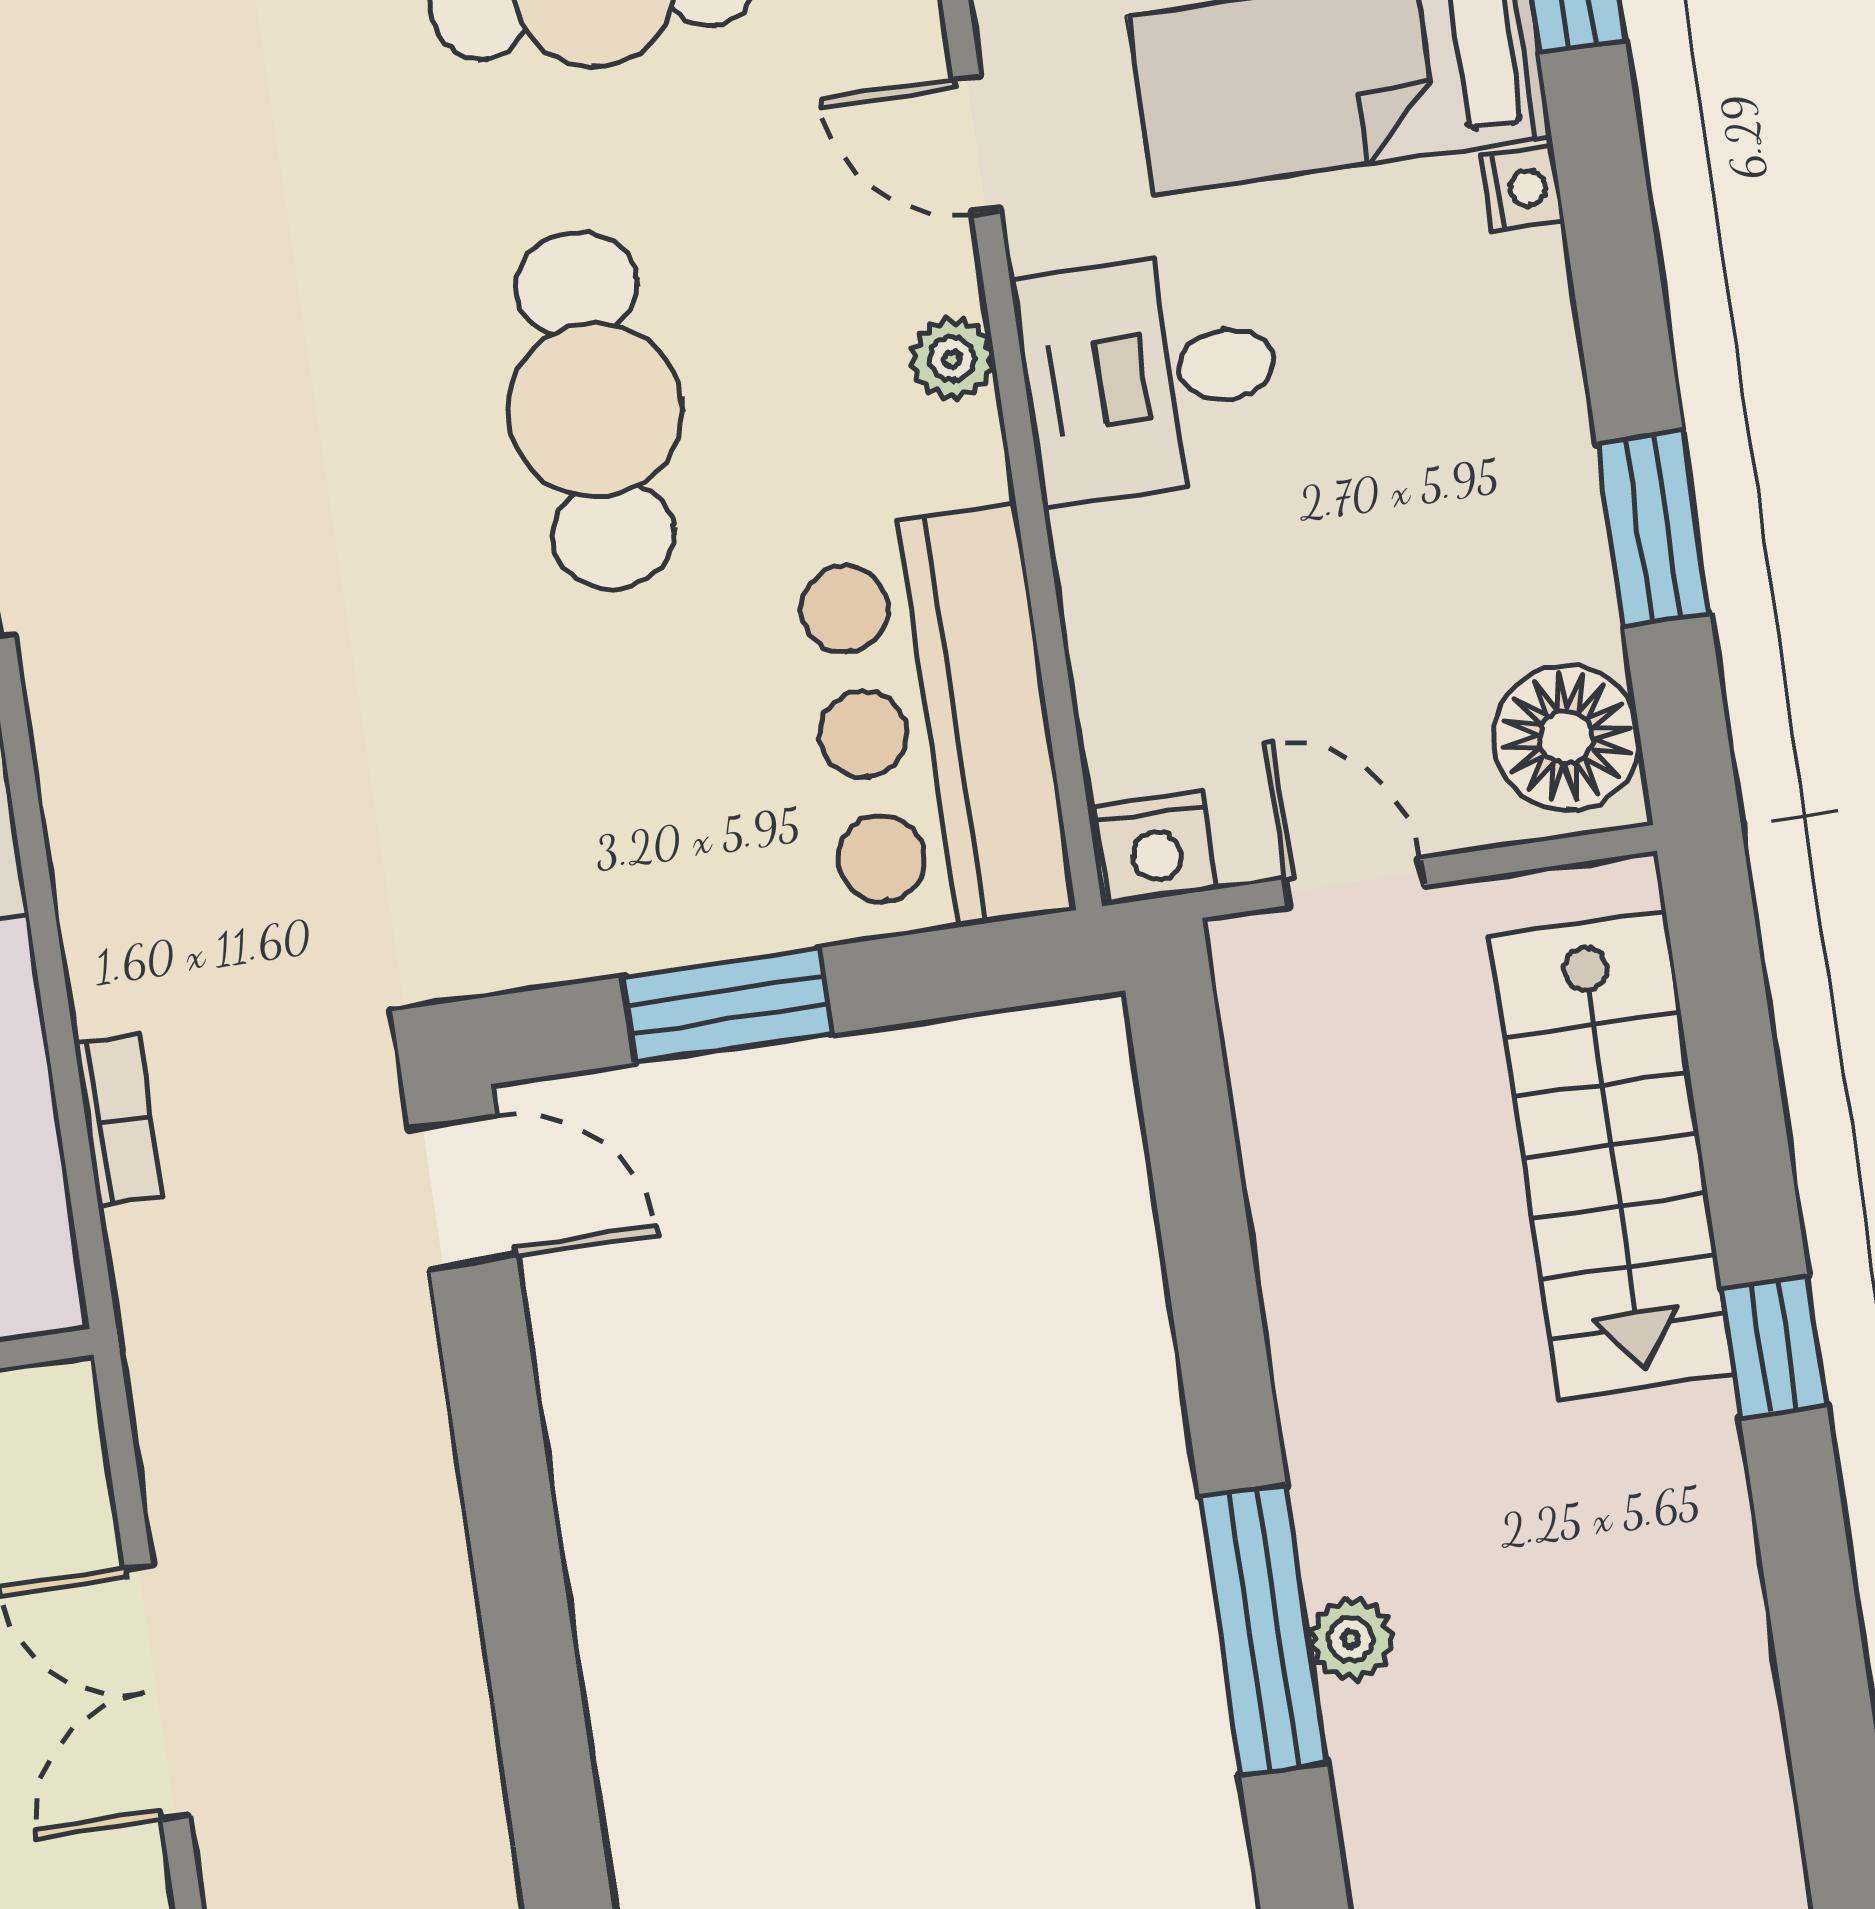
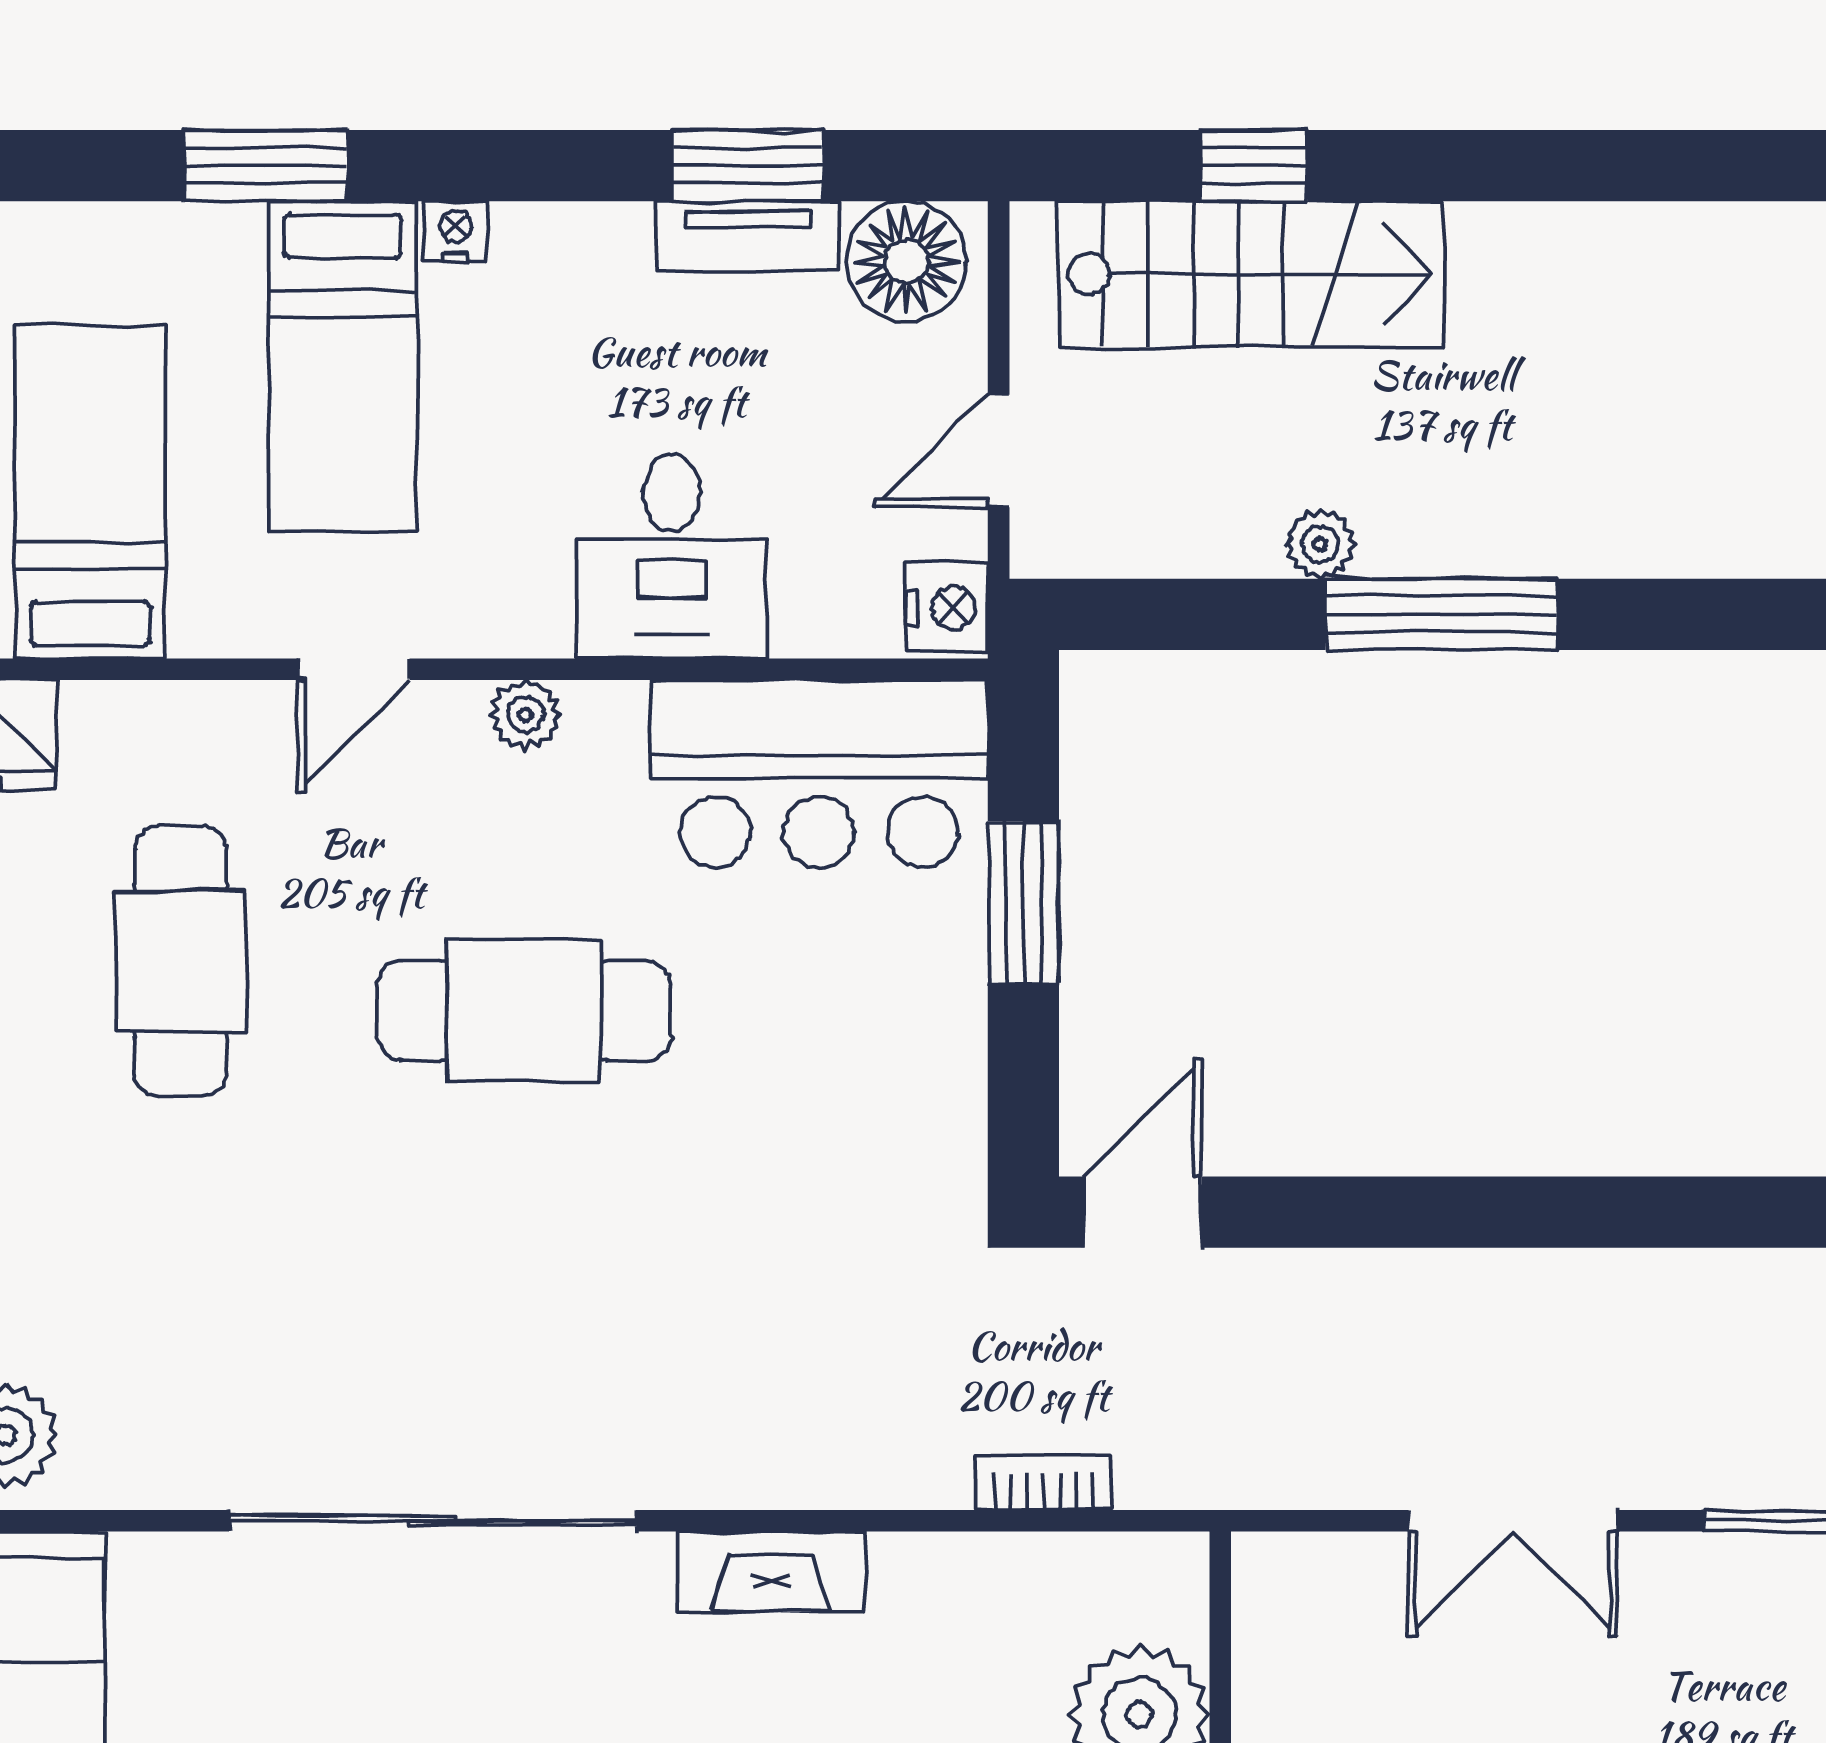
desk: (1150, 376) -> (672, 556), moved
tv unit: (1569, 542) -> (748, 236), added
window: (727, 1005) -> (1023, 903), moved
window: (1774, 1347) -> (1254, 166), moved
window: (1263, 1630) -> (1441, 614), moved
plant: (1351, 1639) -> (1320, 544), moved

